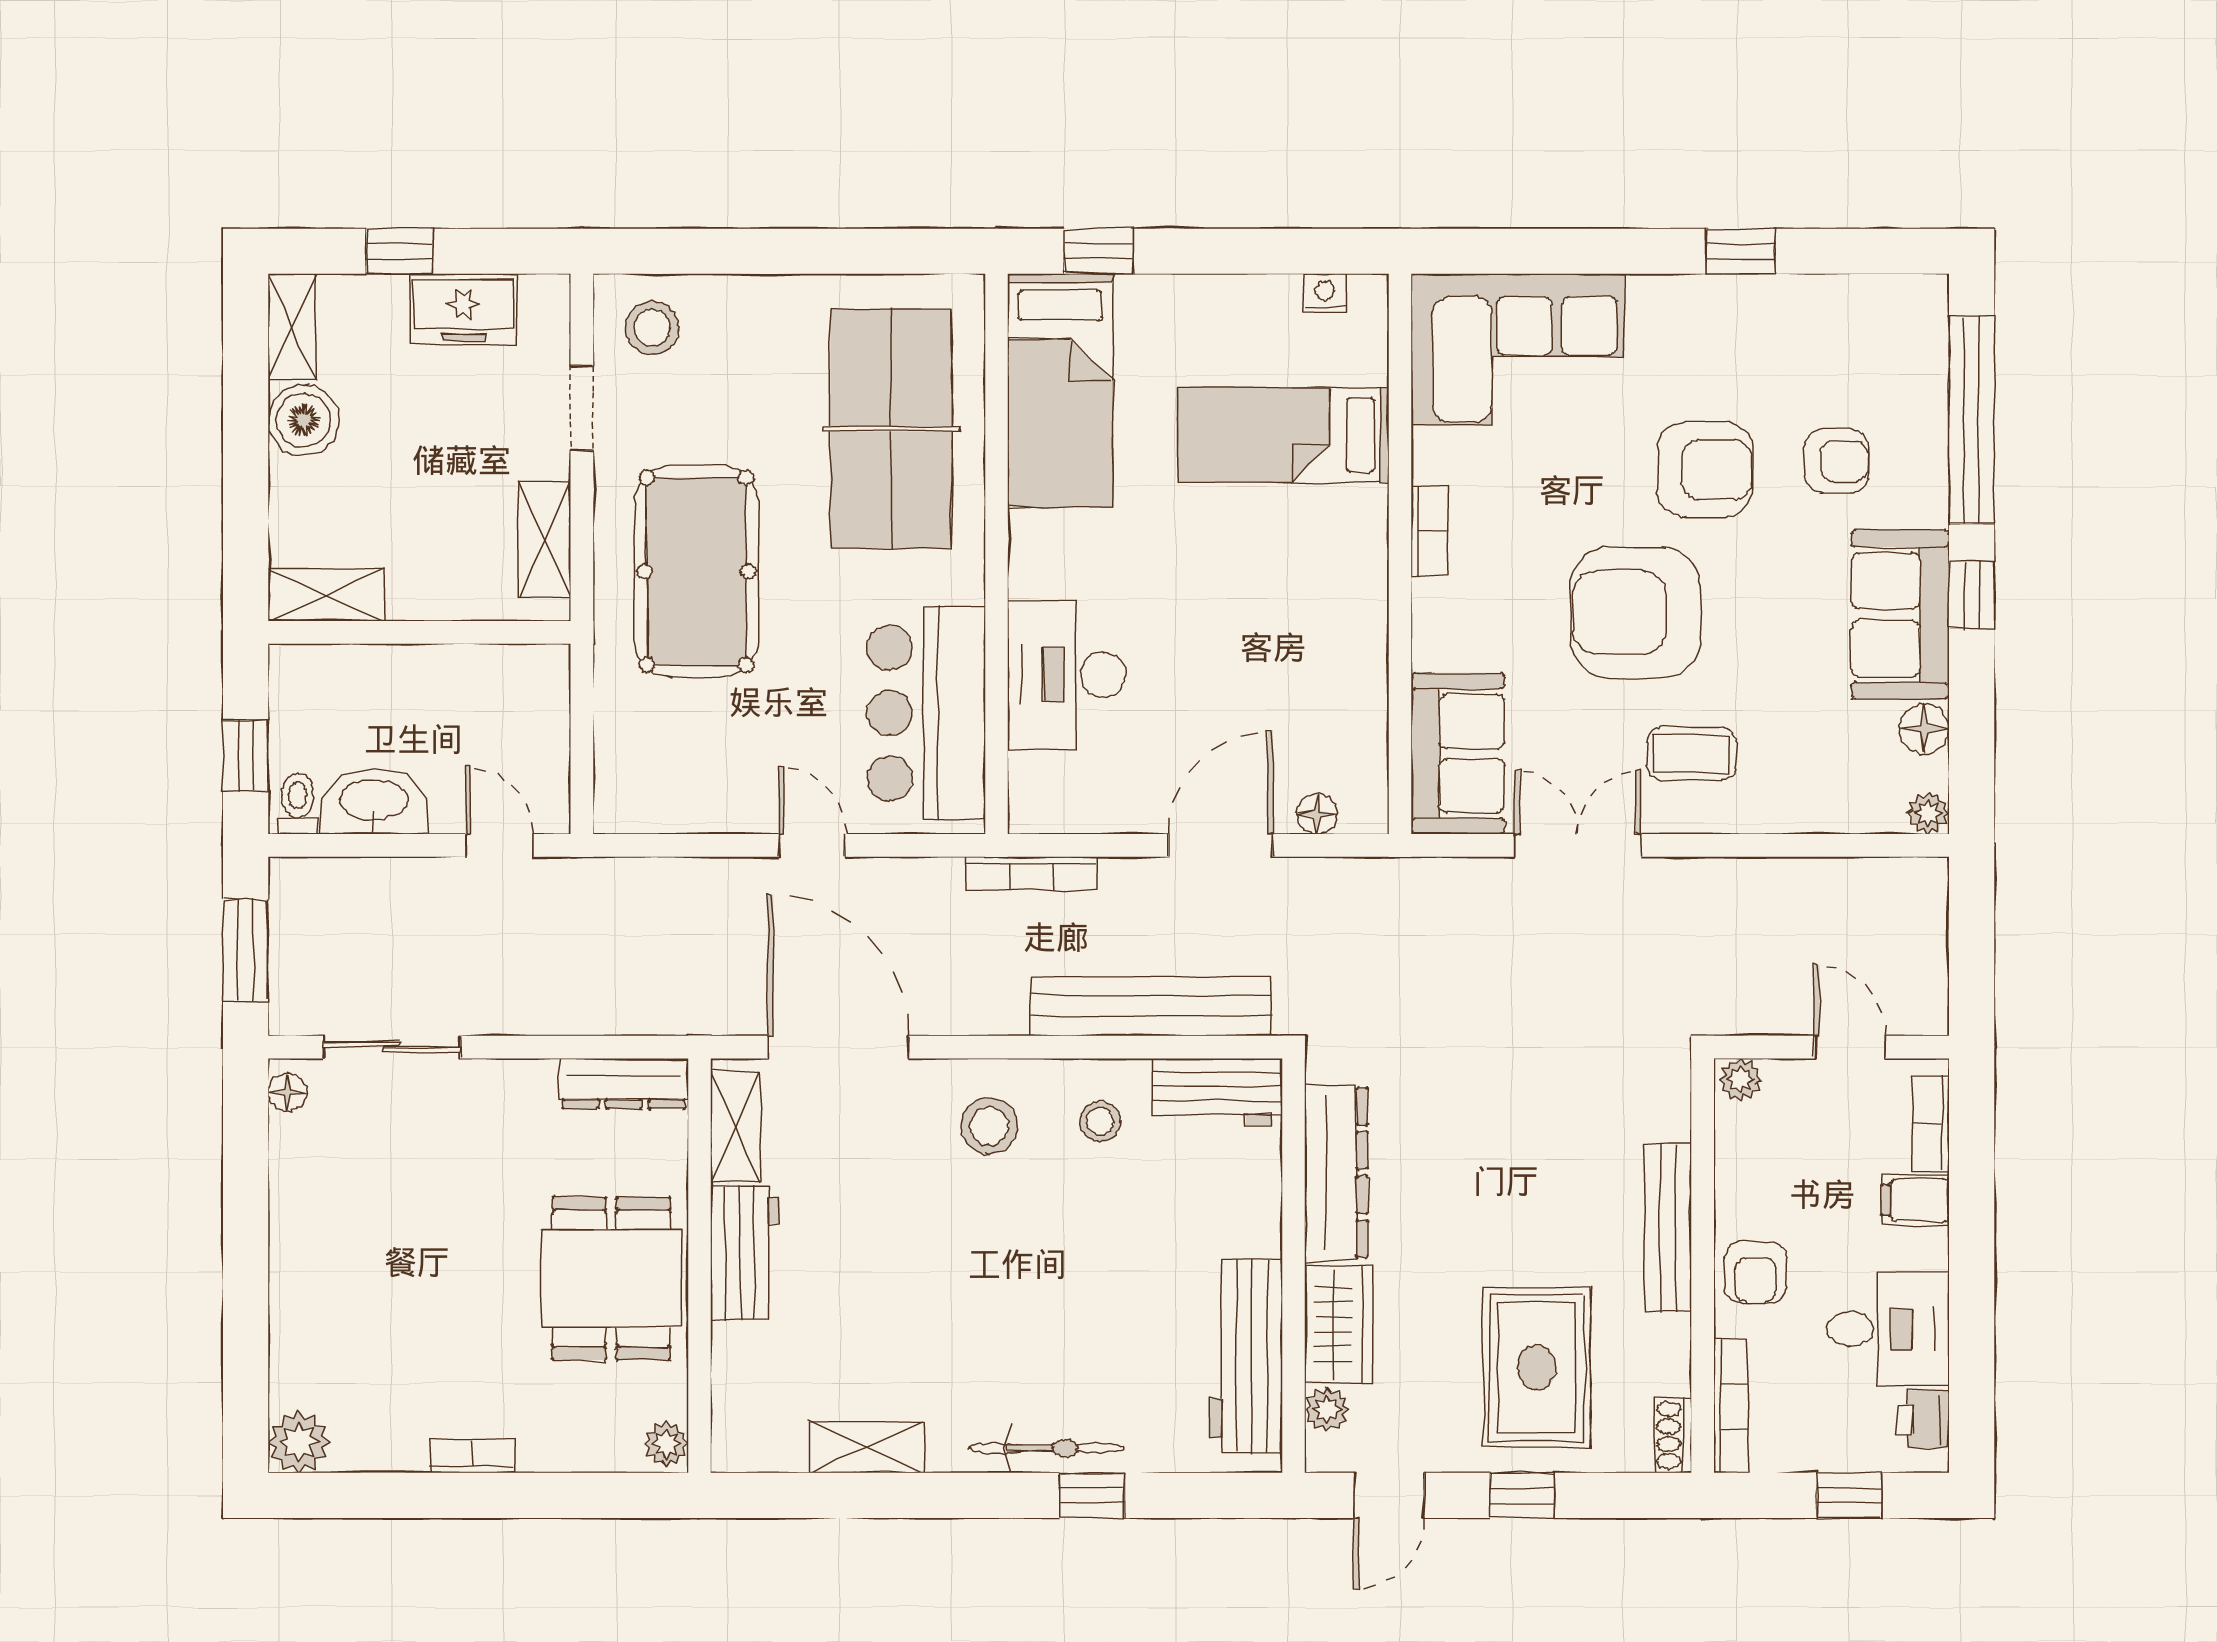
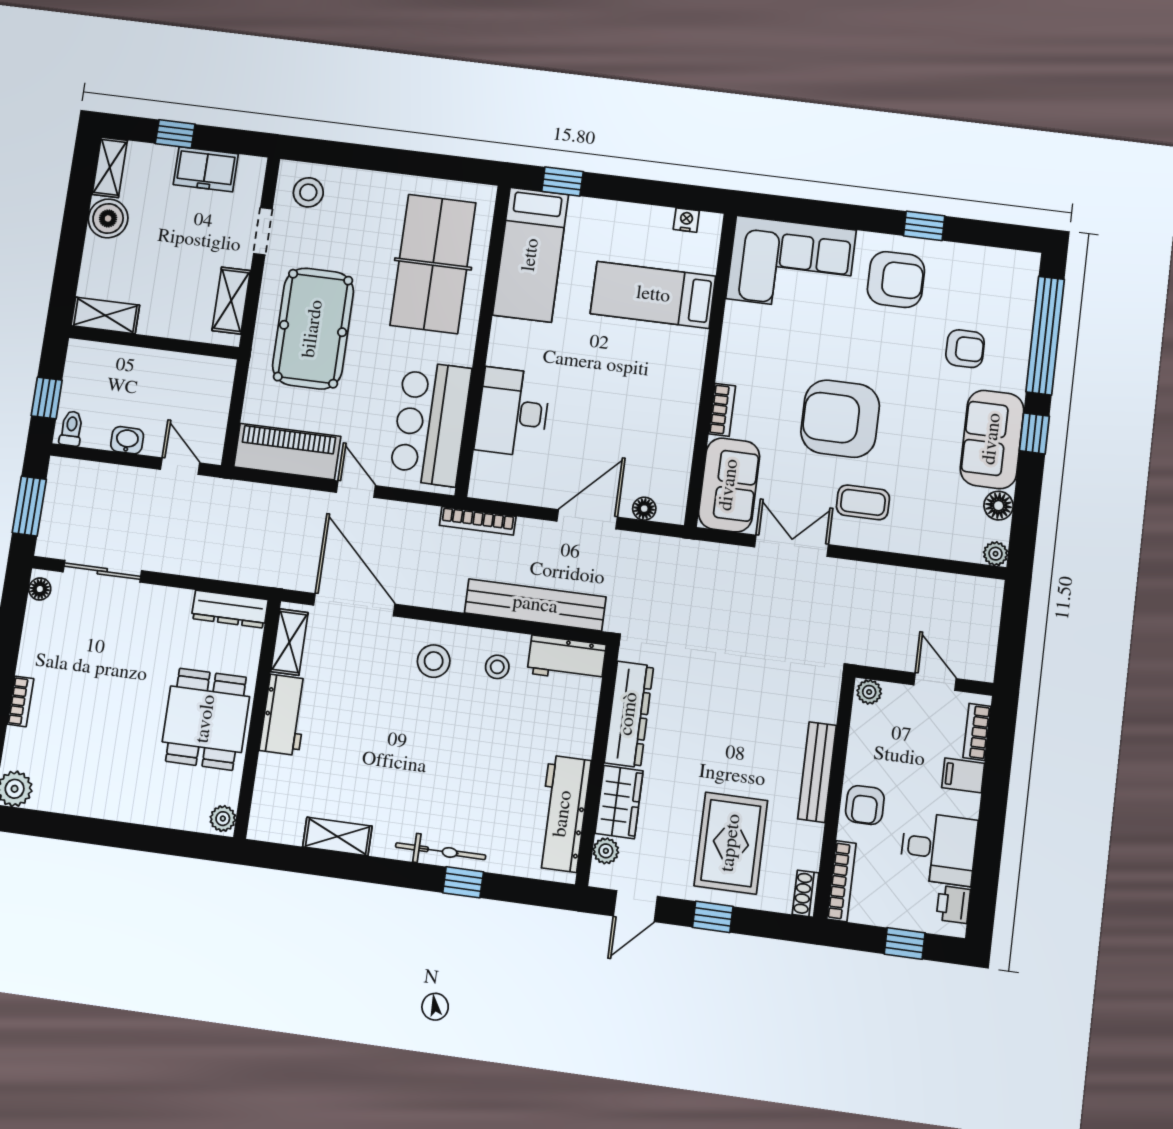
armchair: (1705, 469) -> (896, 279), moved
bookcase: (1429, 531) -> (722, 410), moved
piano: (683, 795) -> (287, 452), added
washbasin: (374, 802) -> (127, 440), width x0.52, depth x0.69
bookcase: (472, 1456) -> (20, 701), moved, turned 90

